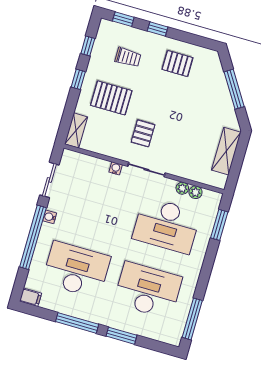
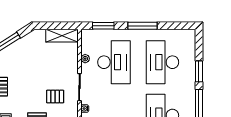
shelving: (226, 151) -> (62, 36), moved
plant: (196, 192) -> (85, 49), removed
window: (192, 319) -> (142, 26), moved

